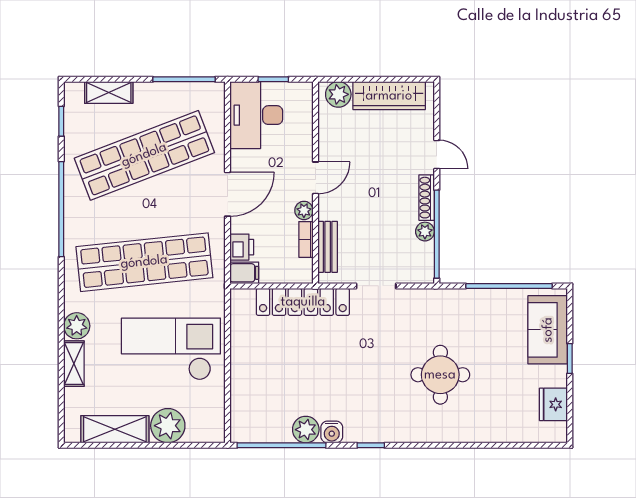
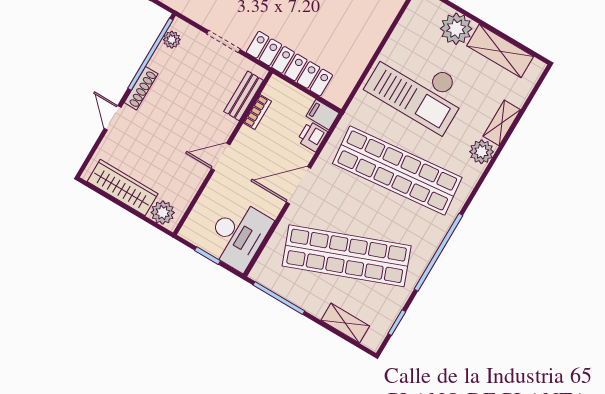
plant: (304, 210) -> (245, 136), removed
plant: (425, 232) -> (172, 40), moved

